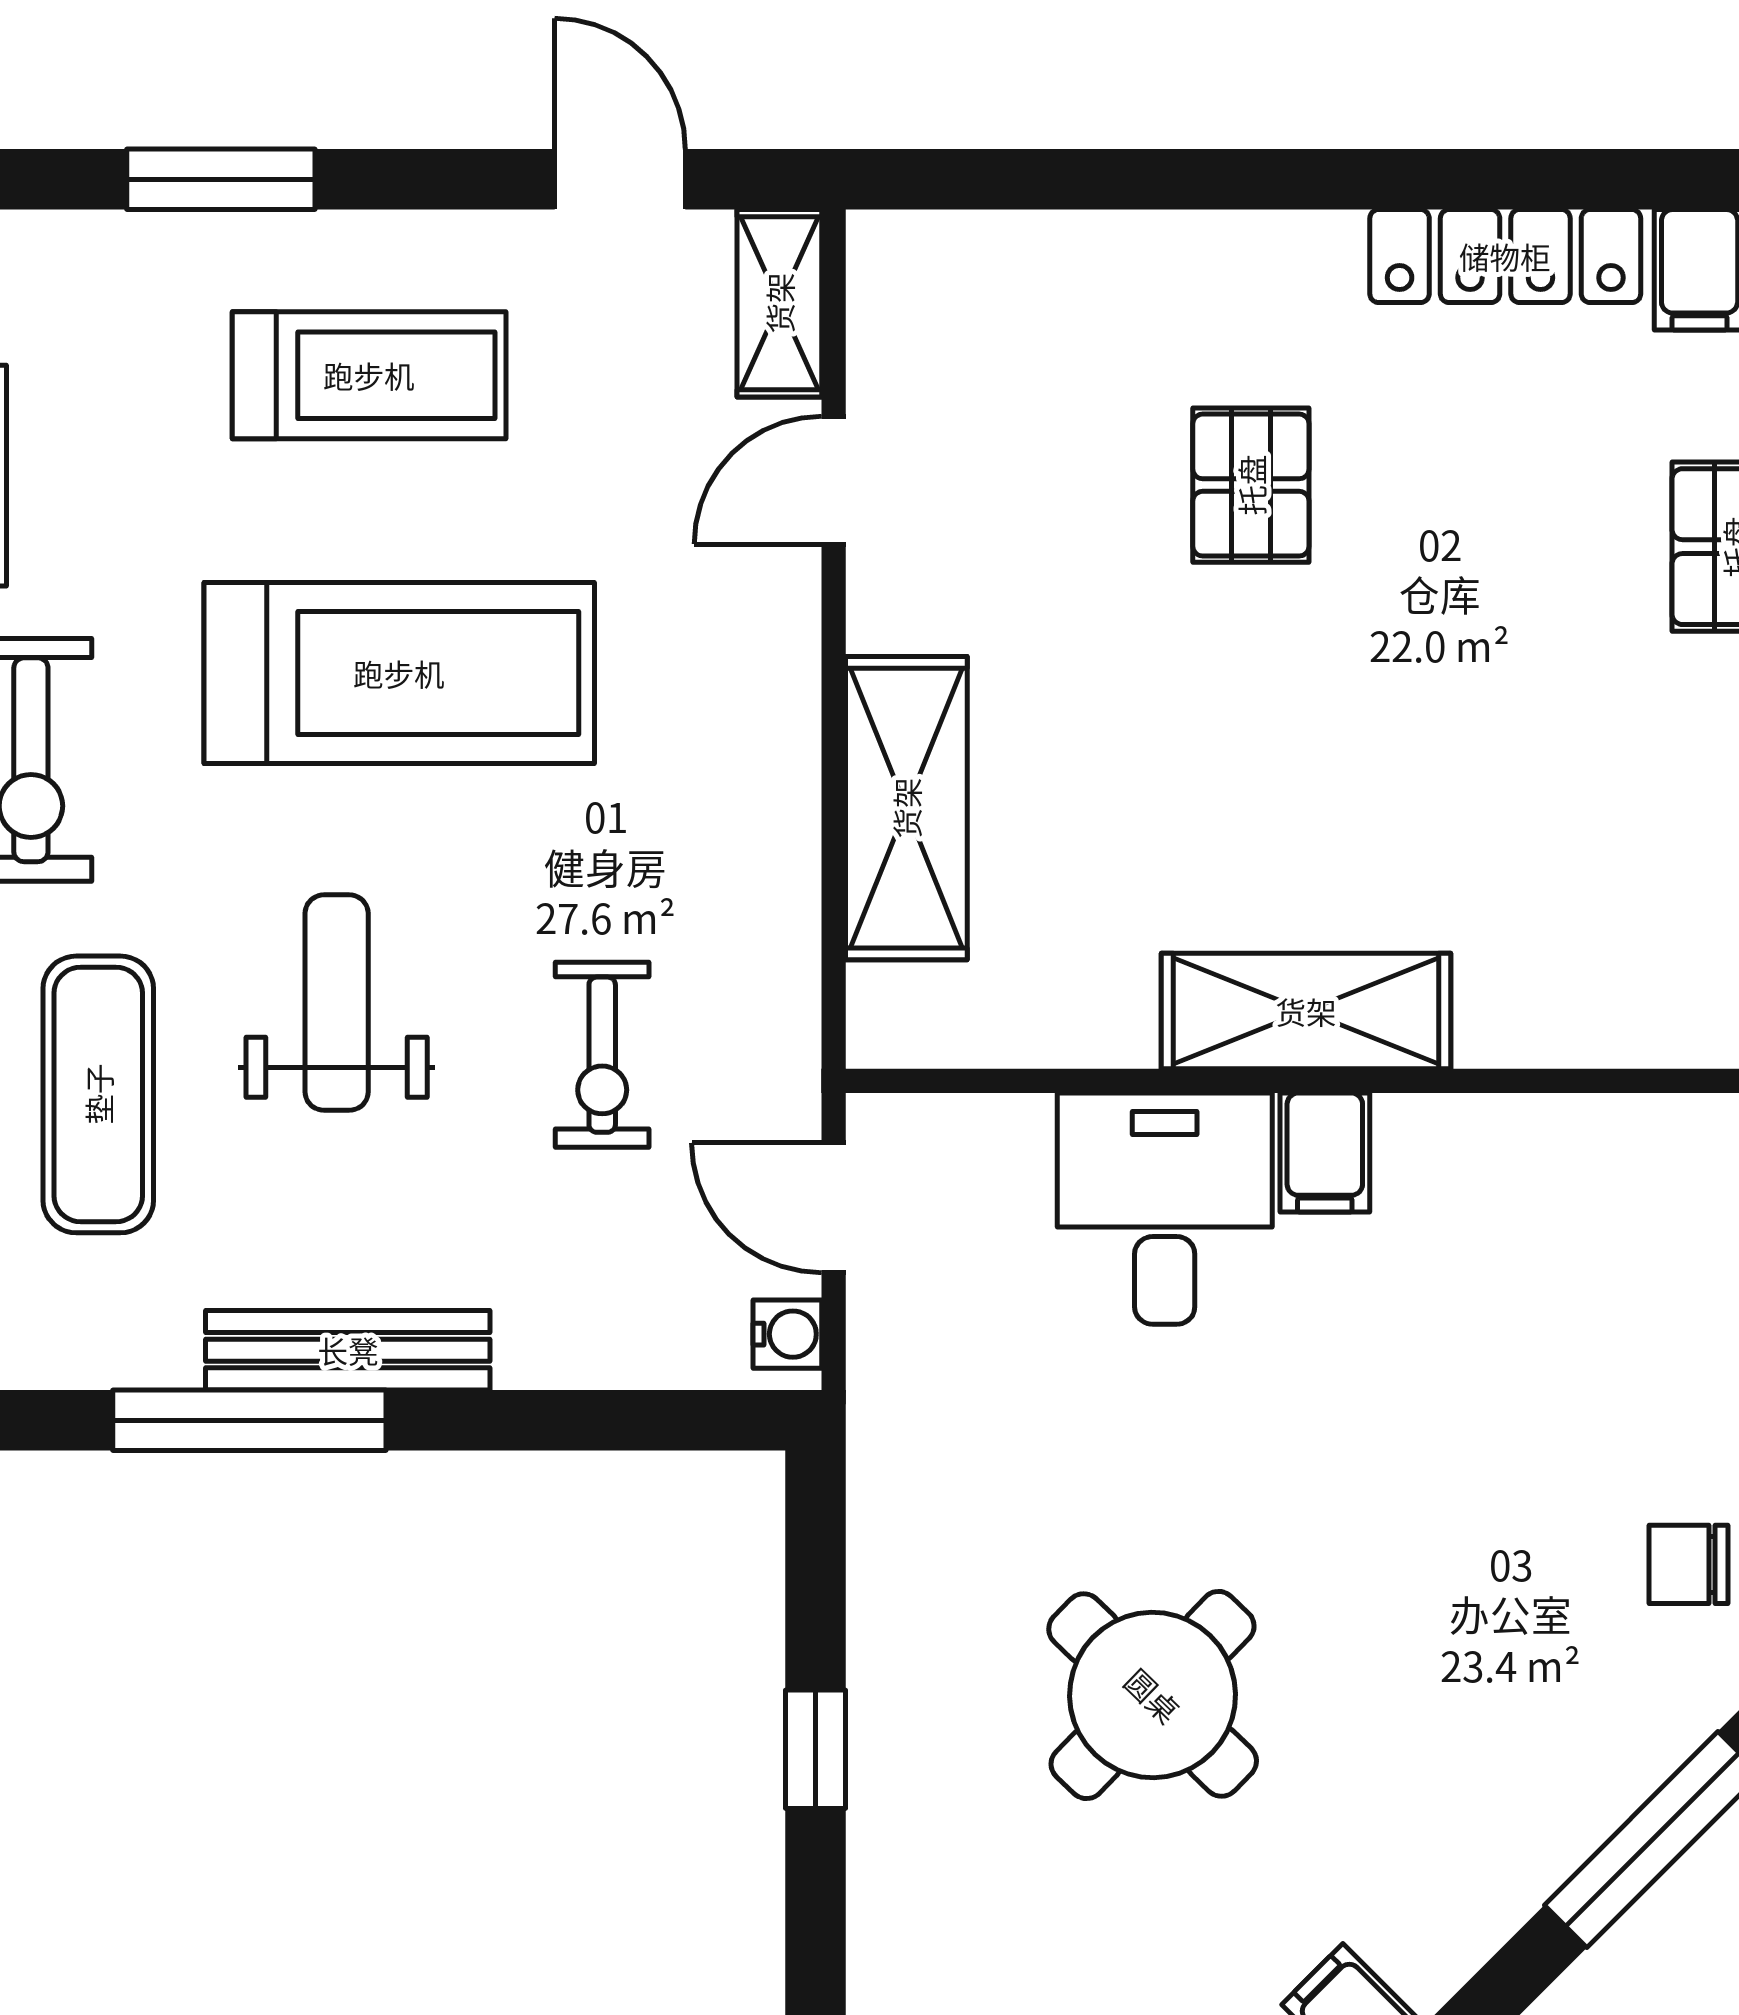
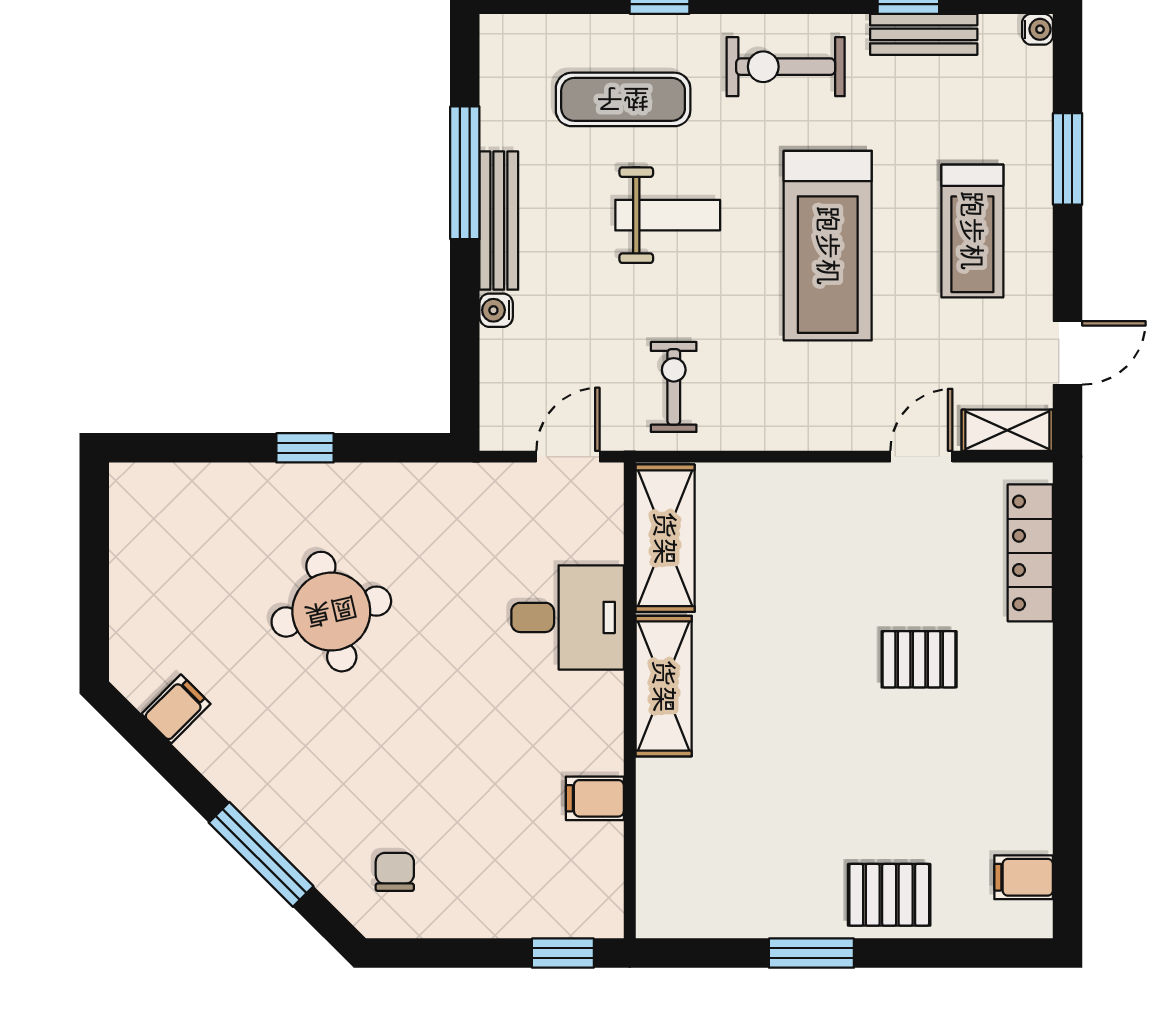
locker: (1505, 256) -> (1030, 553), moved
door: (834, 480) -> (921, 457), hinge flipped
shelving: (906, 808) -> (665, 538), moved, turned 90
exercise bike: (602, 1055) -> (674, 387), moved, turned 90
filing cabinet: (1325, 1153) -> (595, 798), moved
water cooler: (787, 1334) -> (496, 310), moved, turned 90
round table: (1153, 1695) -> (331, 612), turned 33

